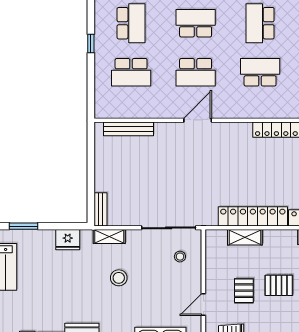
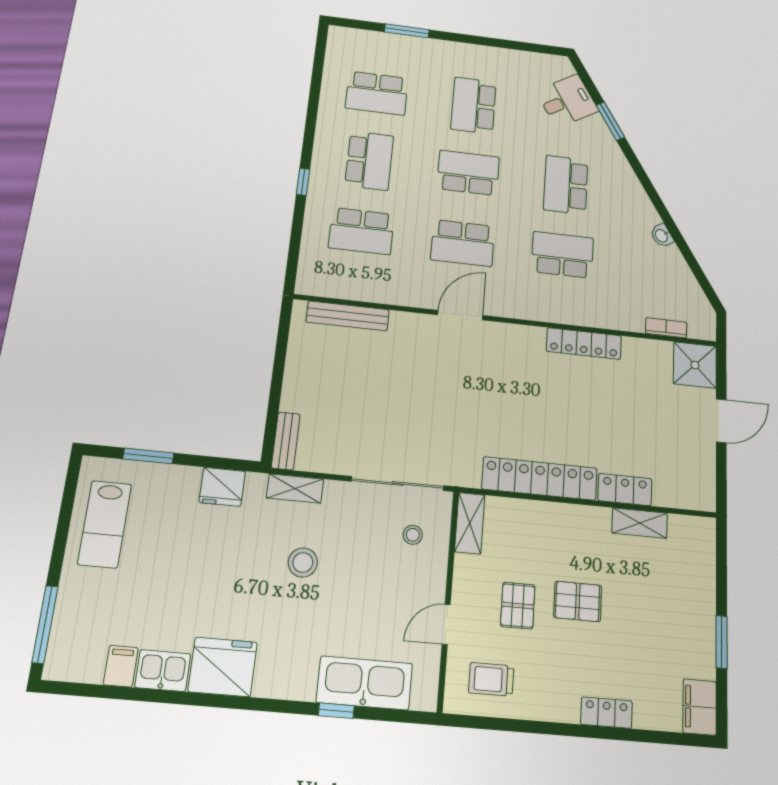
shelving: (245, 237) -> (470, 523), moved, turned 90

